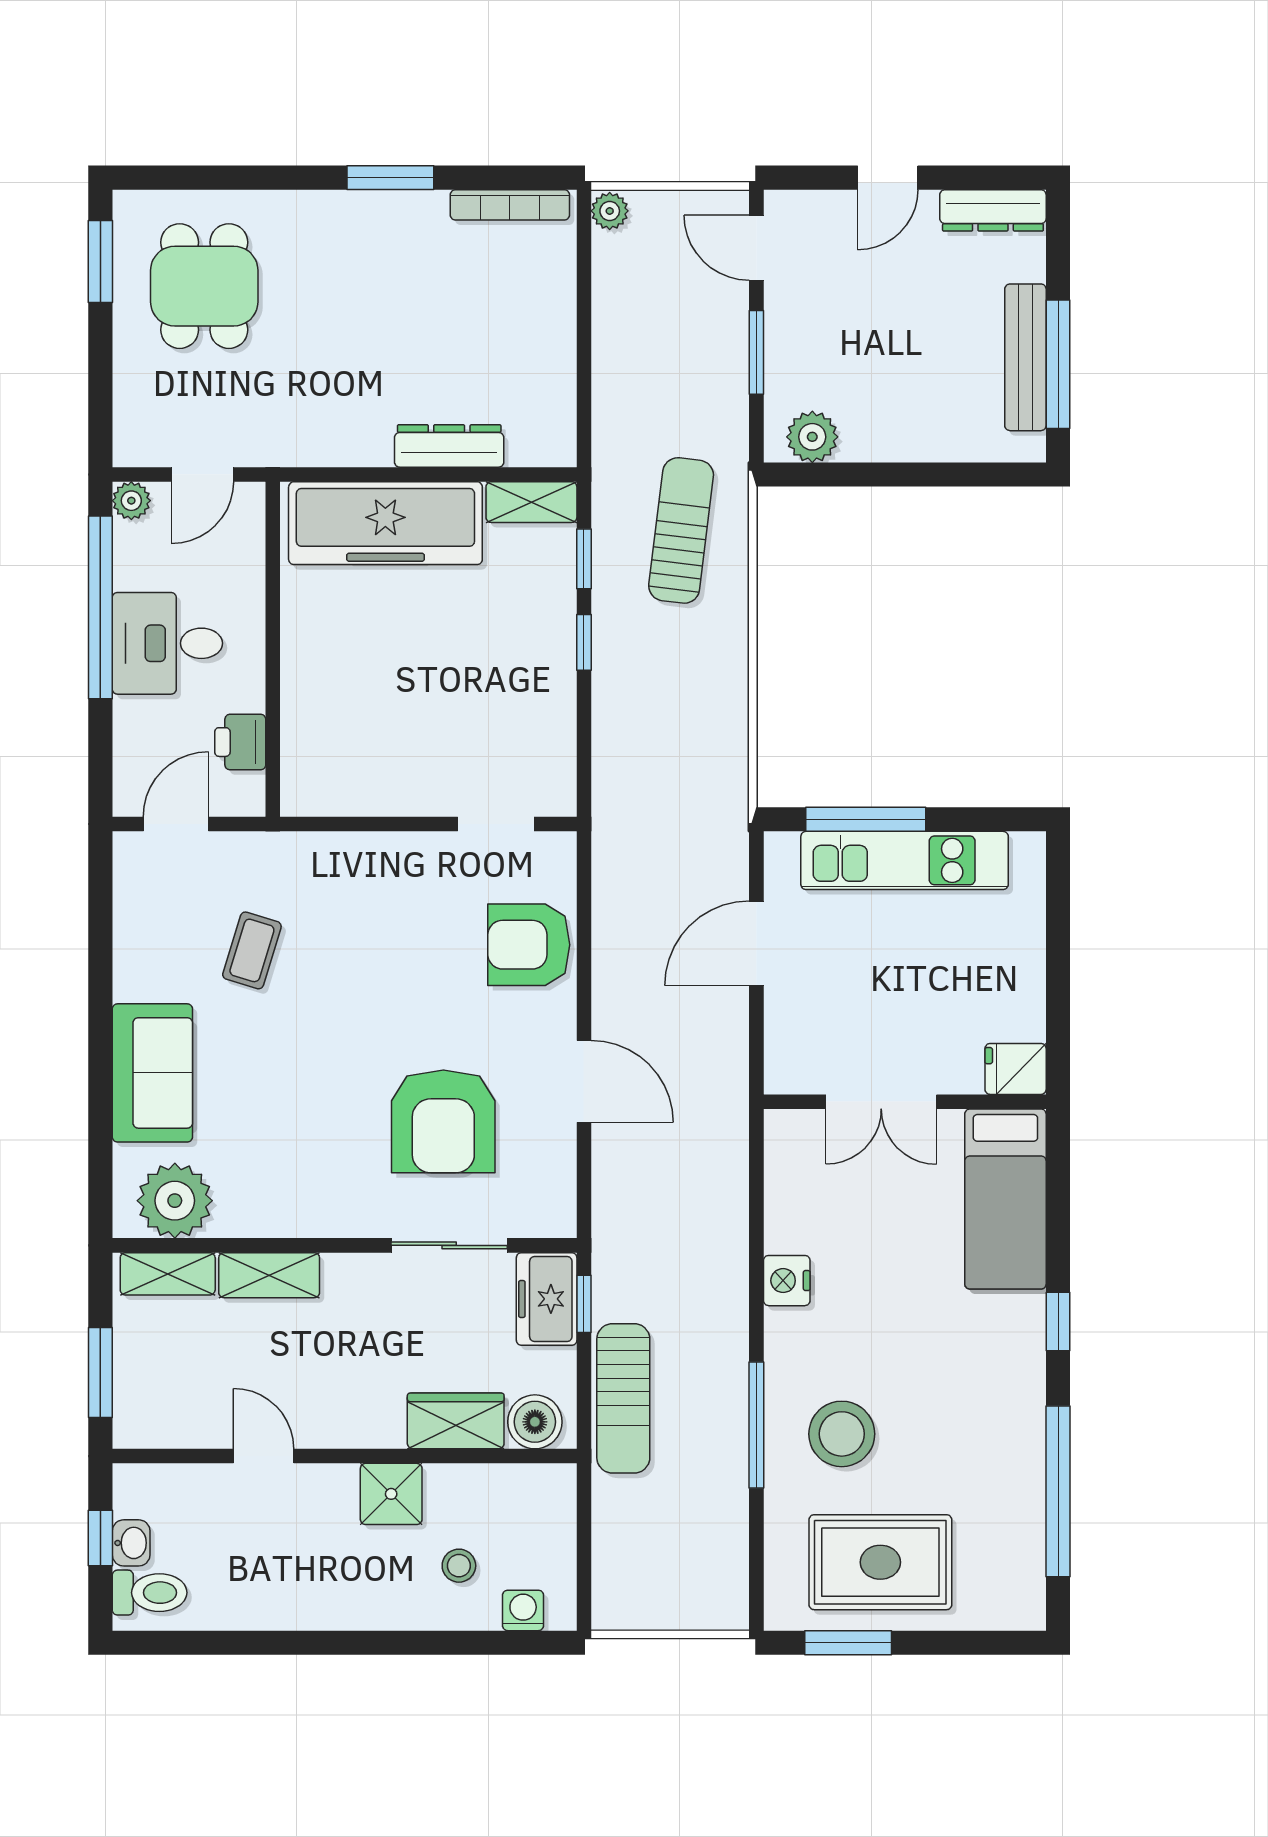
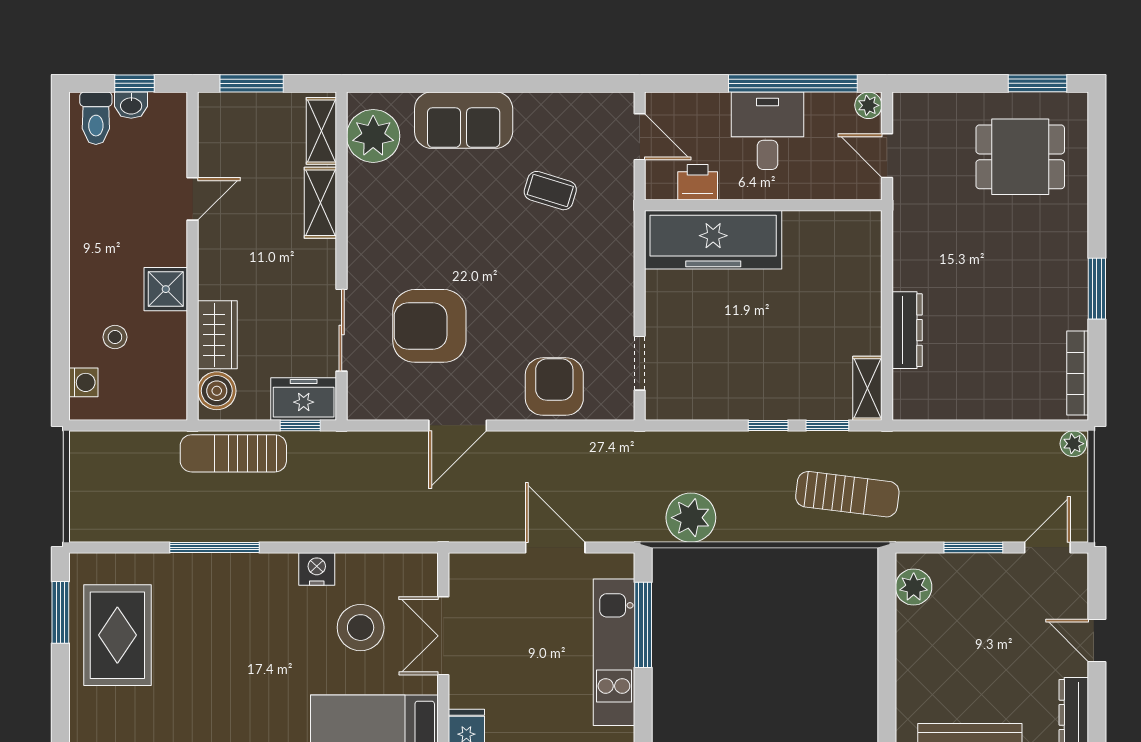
freezer: (385, 523) -> (713, 240), moved, turned -90
plant: (714, 752) -> (691, 518), added
stool: (842, 1434) -> (361, 628), moved

